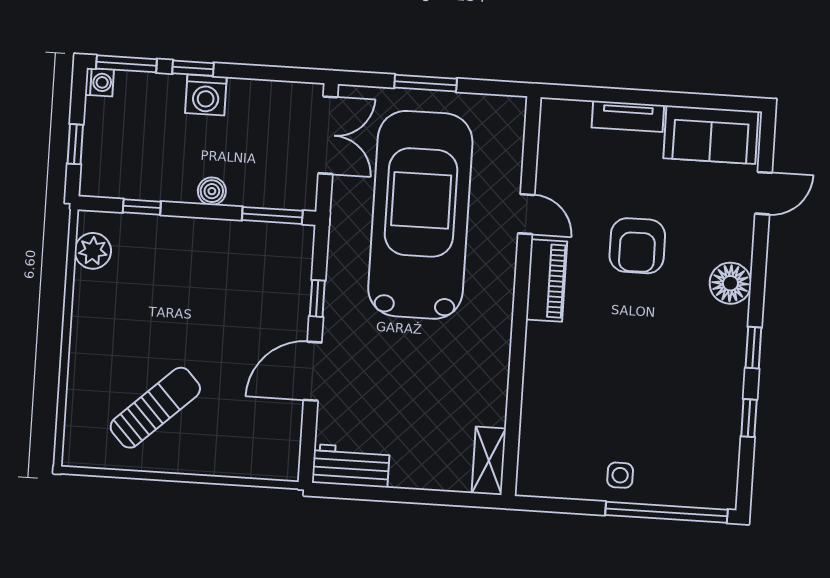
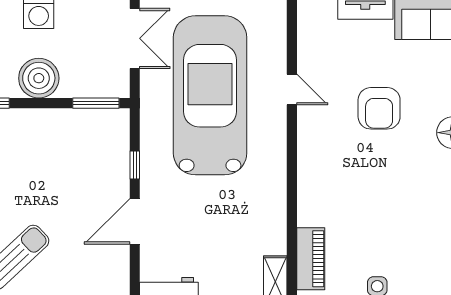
boiler: (212, 191) -> (39, 78), width x1.86, depth x1.86
piano: (547, 280) -> (311, 259), moved

